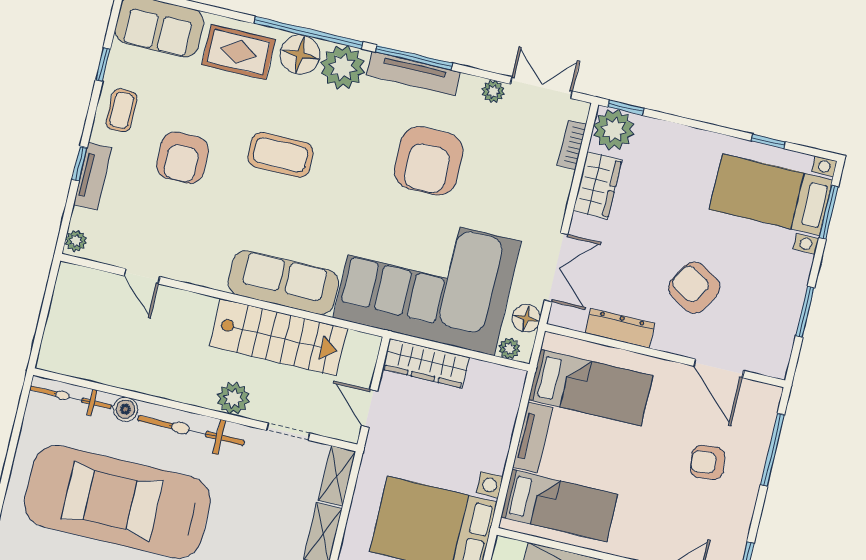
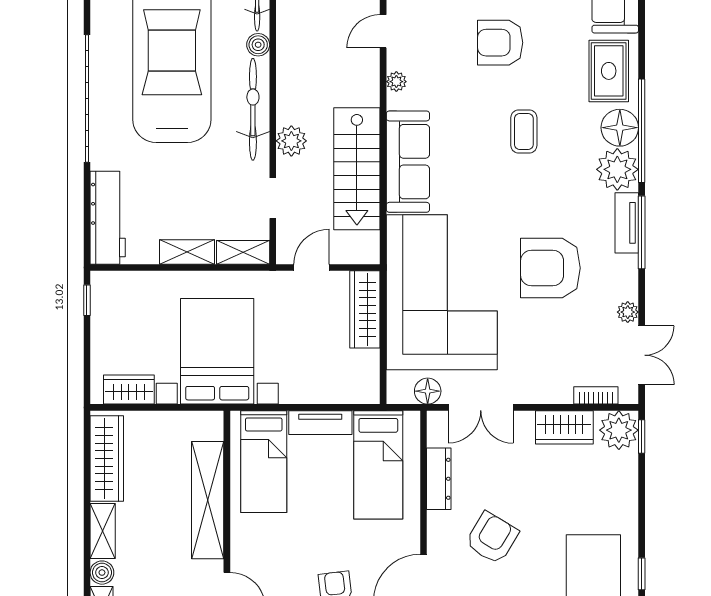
tv unit: (413, 74) -> (627, 223), width x0.71
coffee table: (280, 155) -> (524, 131), width x0.73, depth x0.77
plant: (509, 348) -> (396, 82), moved

